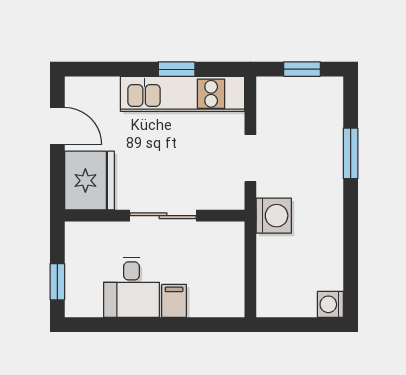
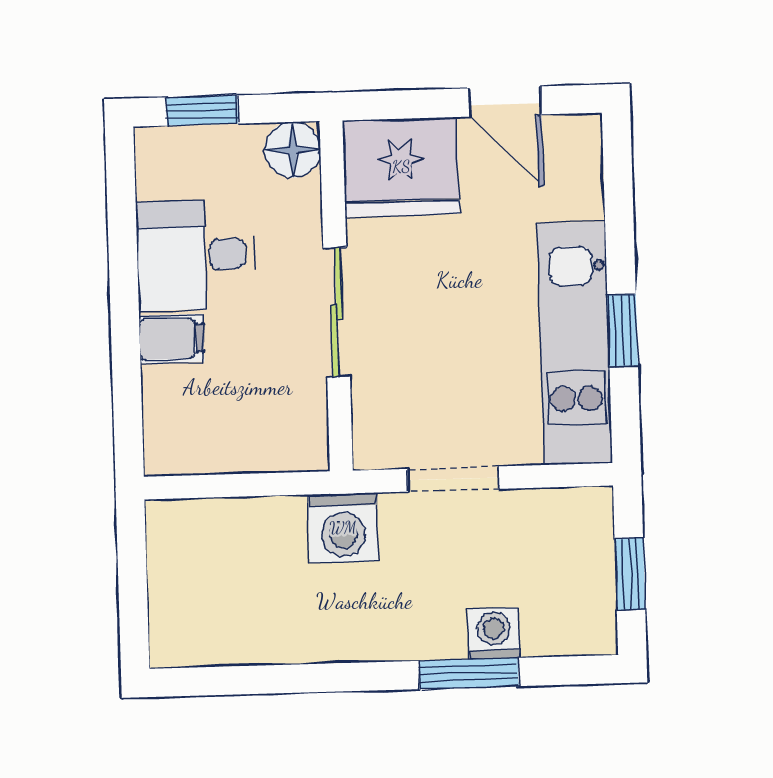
door: (57, 126) -> (505, 101), hinge flipped
floor lamp: (79, 236) -> (293, 150), added
washing machine: (330, 304) -> (494, 633), moved

